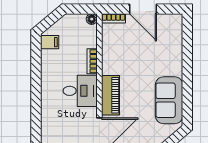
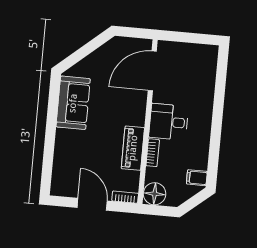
floor lamp: (92, 19) -> (155, 194), width x1.89, depth x1.89
piano: (111, 95) -> (133, 148), moved

